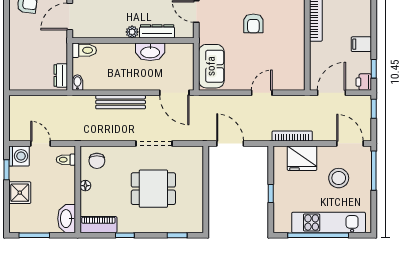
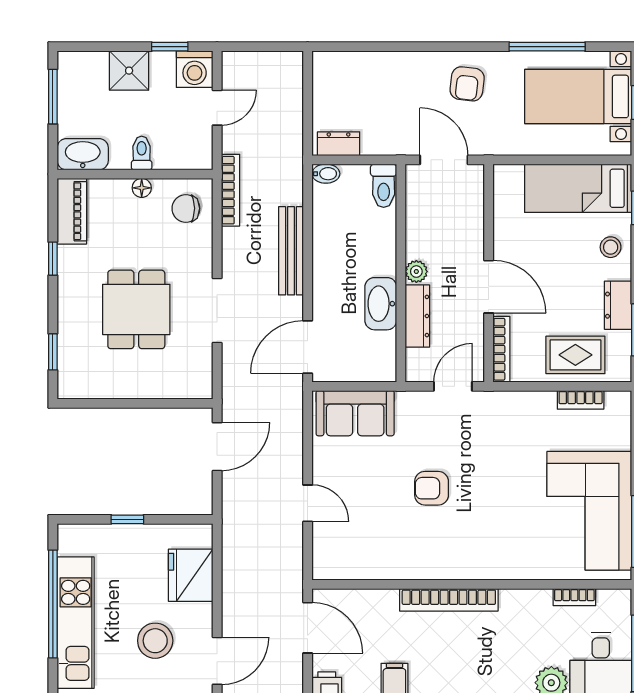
bookcase: (292, 136) -> (230, 190), moved
toilet: (66, 160) -> (142, 153), moved

